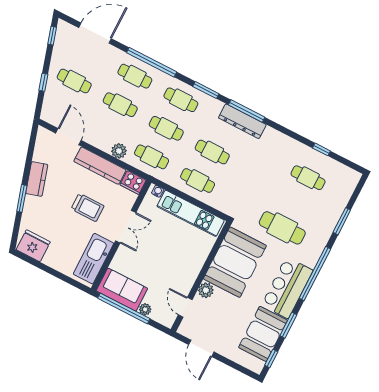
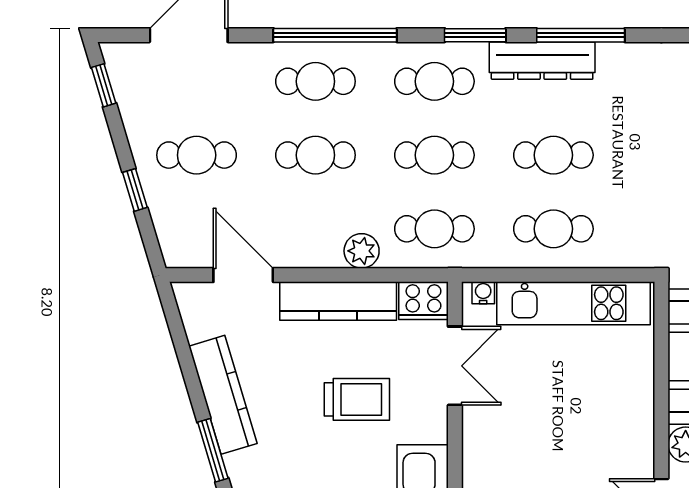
dresser: (242, 121) -> (542, 61), moved
kitchen counter: (37, 179) -> (223, 395), width x1.50
double door: (126, 227) -> (455, 366), moved

